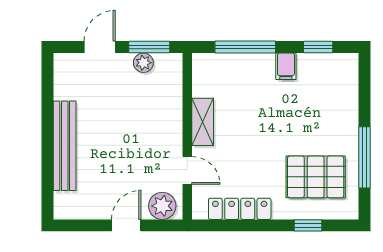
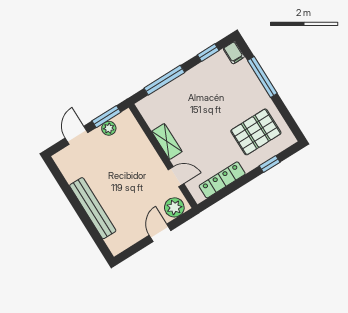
filing cabinet: (286, 66) -> (234, 53), moved
window: (364, 157) -> (262, 77), moved

